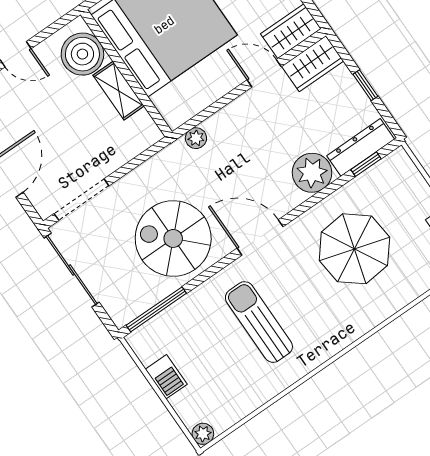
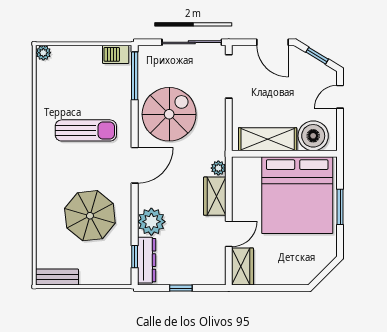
wardrobe: (313, 64) -> (215, 196), moved
shelving: (119, 91) -> (268, 139), width x1.50, depth x1.33
barbecue: (166, 377) -> (116, 54), moved

